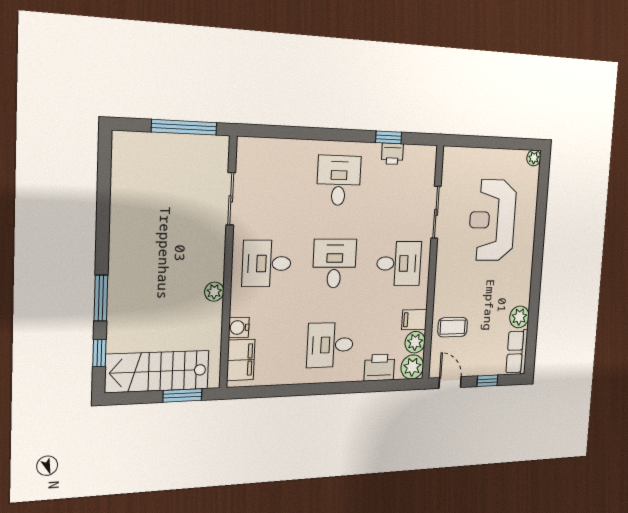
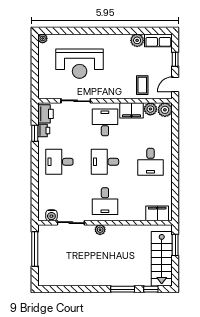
plant: (214, 292) -> (100, 230), moved
filing cabinet: (414, 320) -> (132, 110), width x2.00
water cooler: (239, 327) -> (51, 215), moved
printer: (379, 368) -> (45, 114), moved, turned 180

